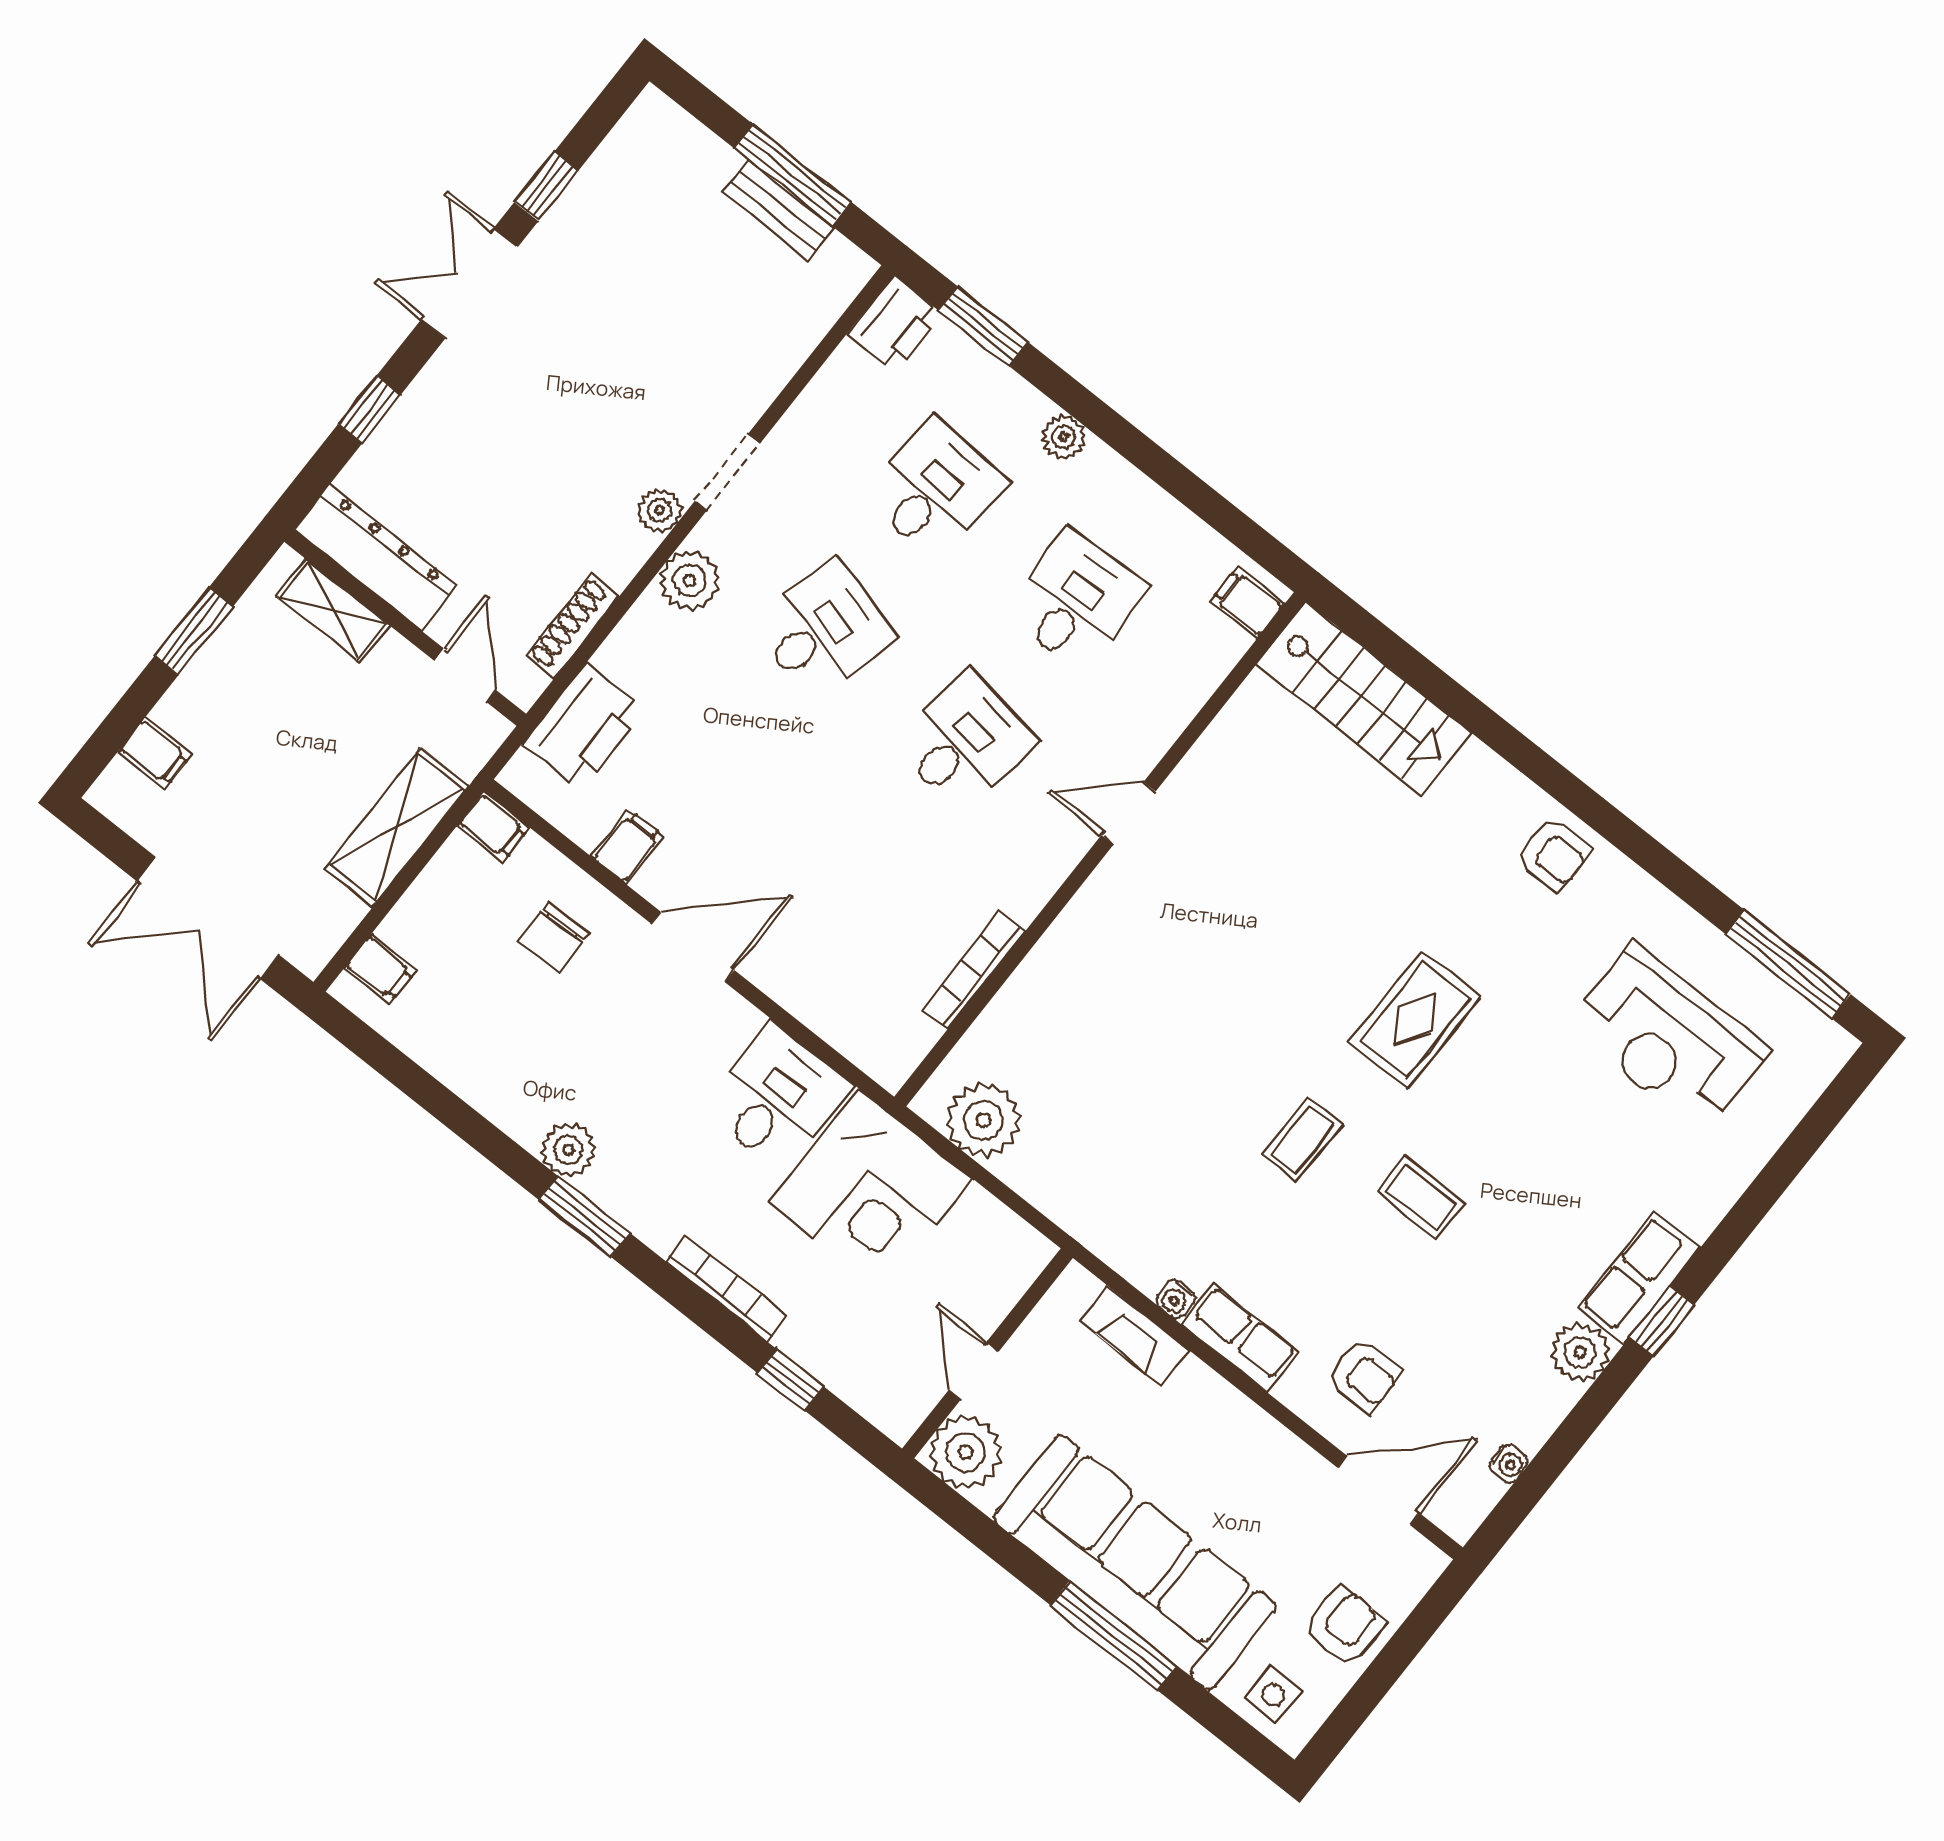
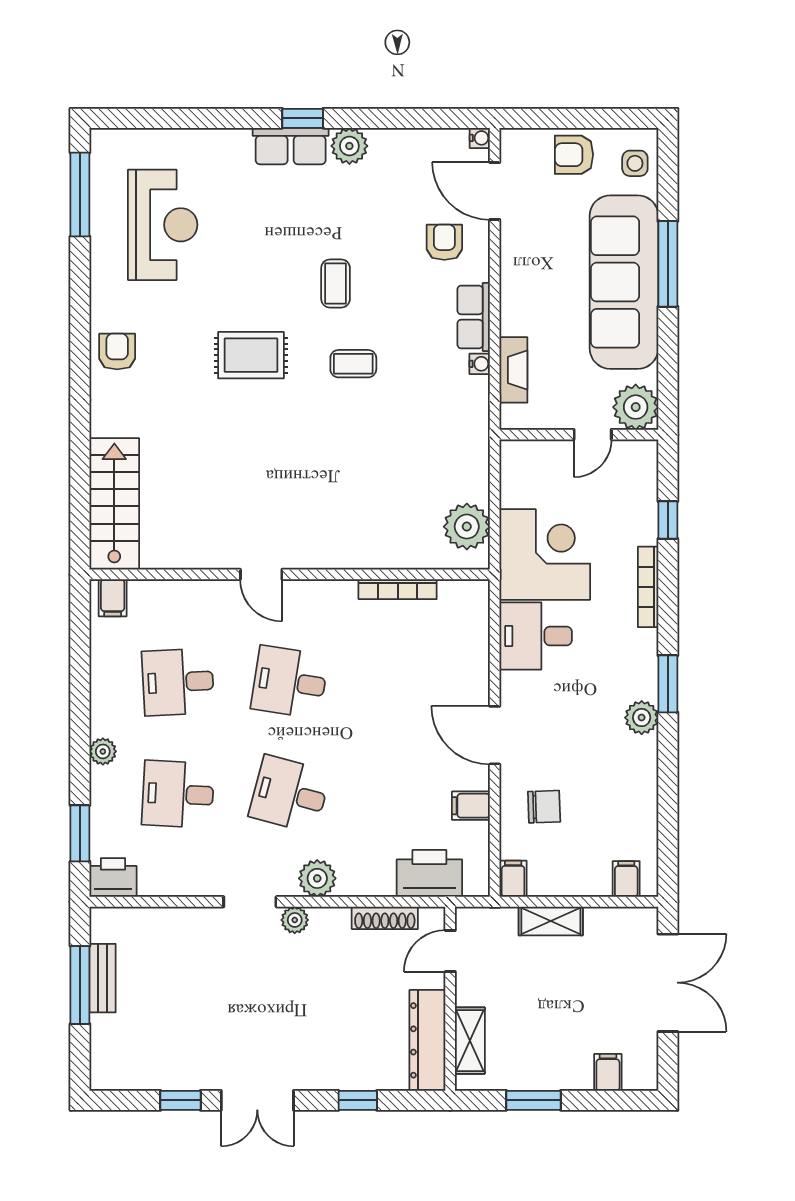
shelving: (397, 827) -> (551, 921), width x0.67, depth x0.75
water cooler: (1509, 1464) -> (480, 138), moved, turned 90

